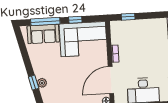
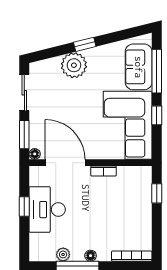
window: (34, 83) -> (85, 44), moved
plant: (42, 83) -> (74, 65), width x1.87, depth x1.87

